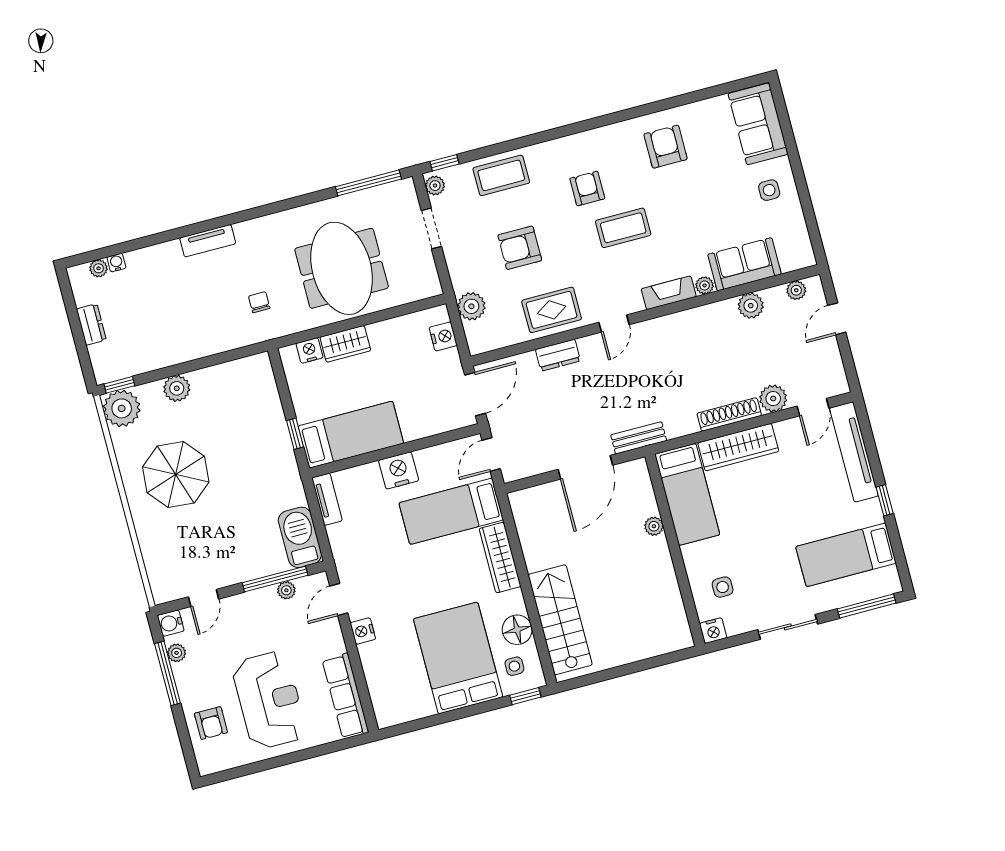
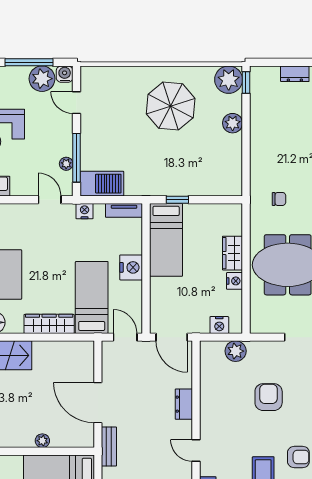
rug: (552, 310) -> (218, 408), removed
nightstand: (310, 350) -> (235, 281), moved
nightstand: (363, 631) -> (85, 211), moved
plant: (177, 653) -> (42, 79), width x1.88, depth x1.88

